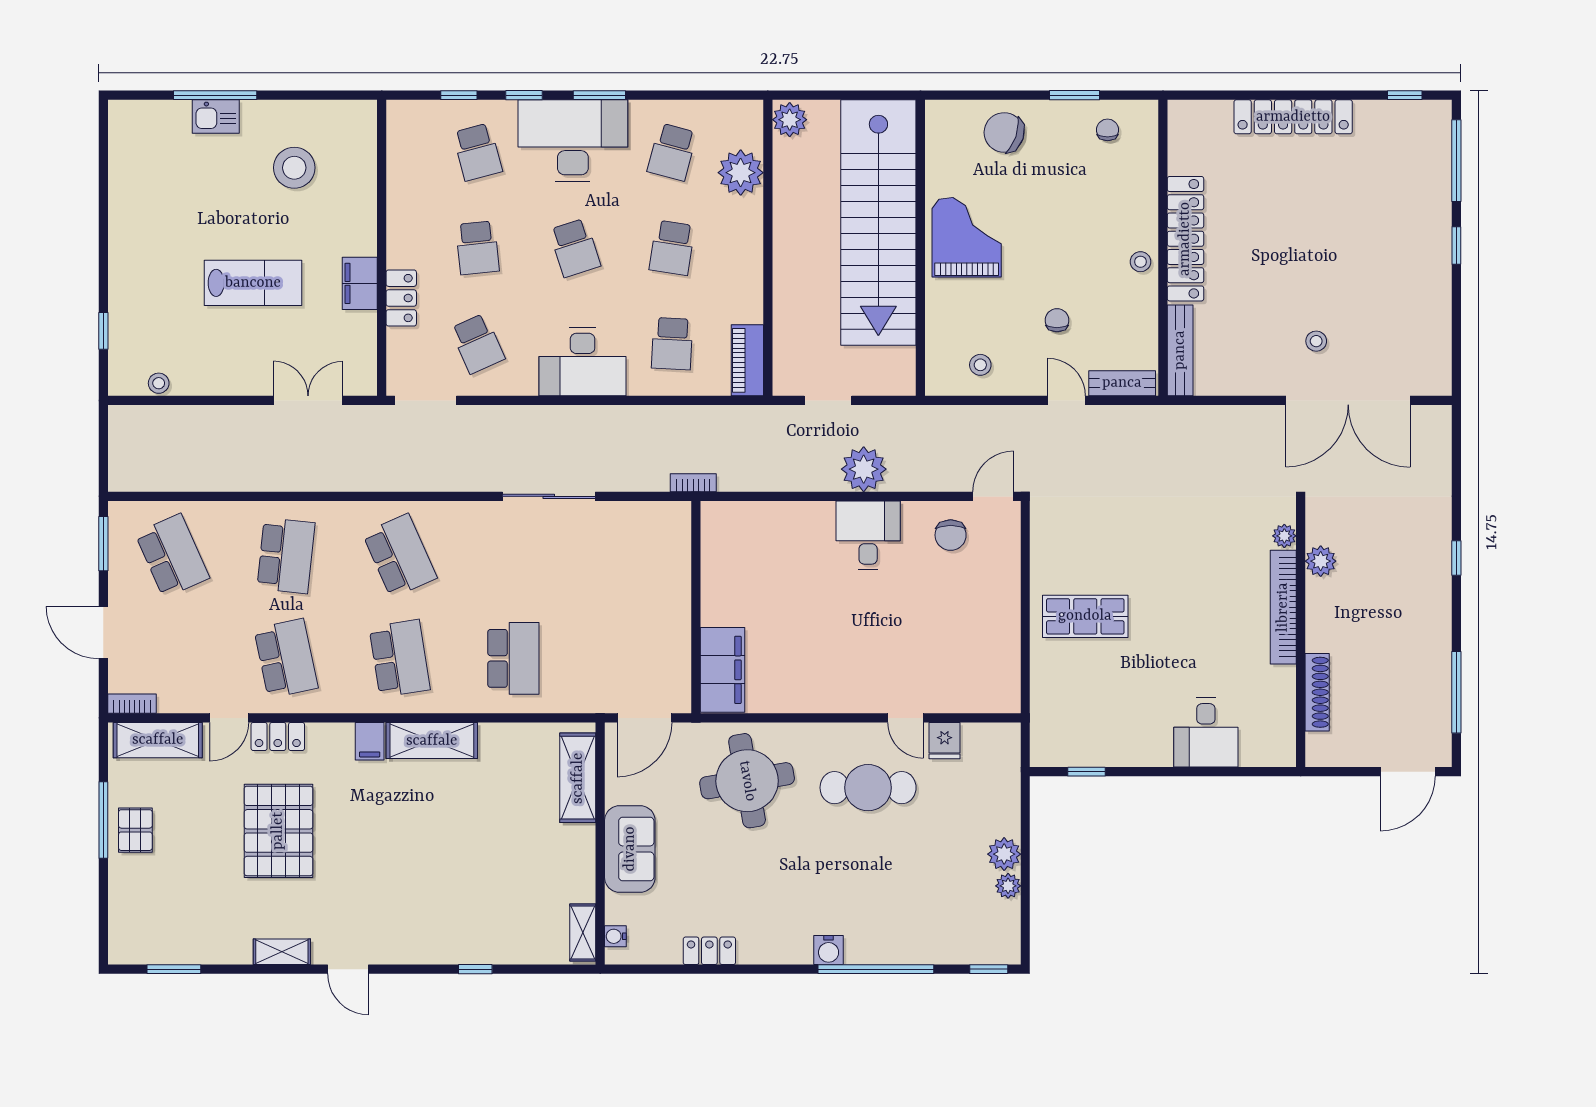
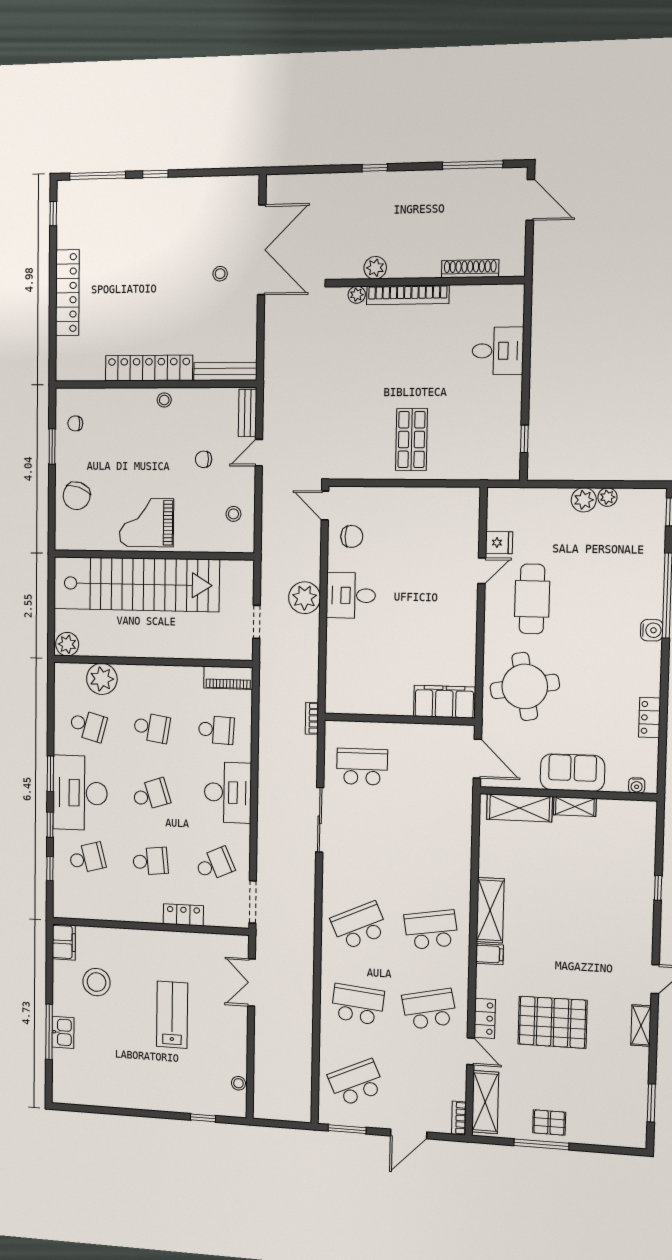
filing cabinet: (360, 283) -> (64, 942), moved, turned -90
school desk: (513, 658) -> (362, 767), moved
shelving: (583, 933) -> (575, 807), moved

